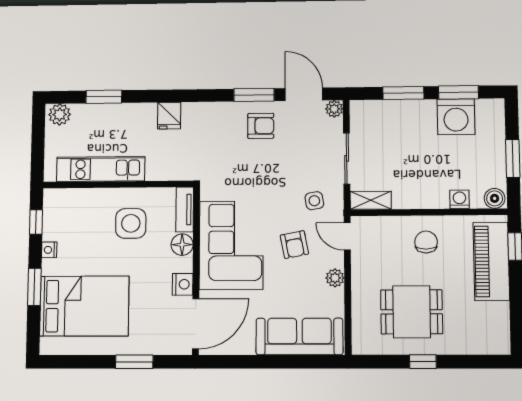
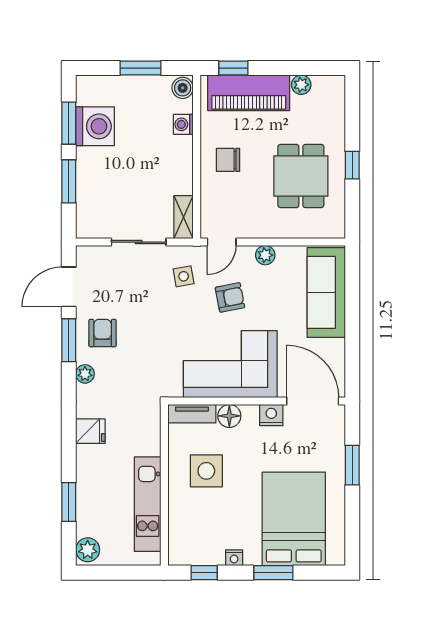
plant: (334, 109) -> (85, 374), moved
plant: (500, 312) -> (301, 85), added

